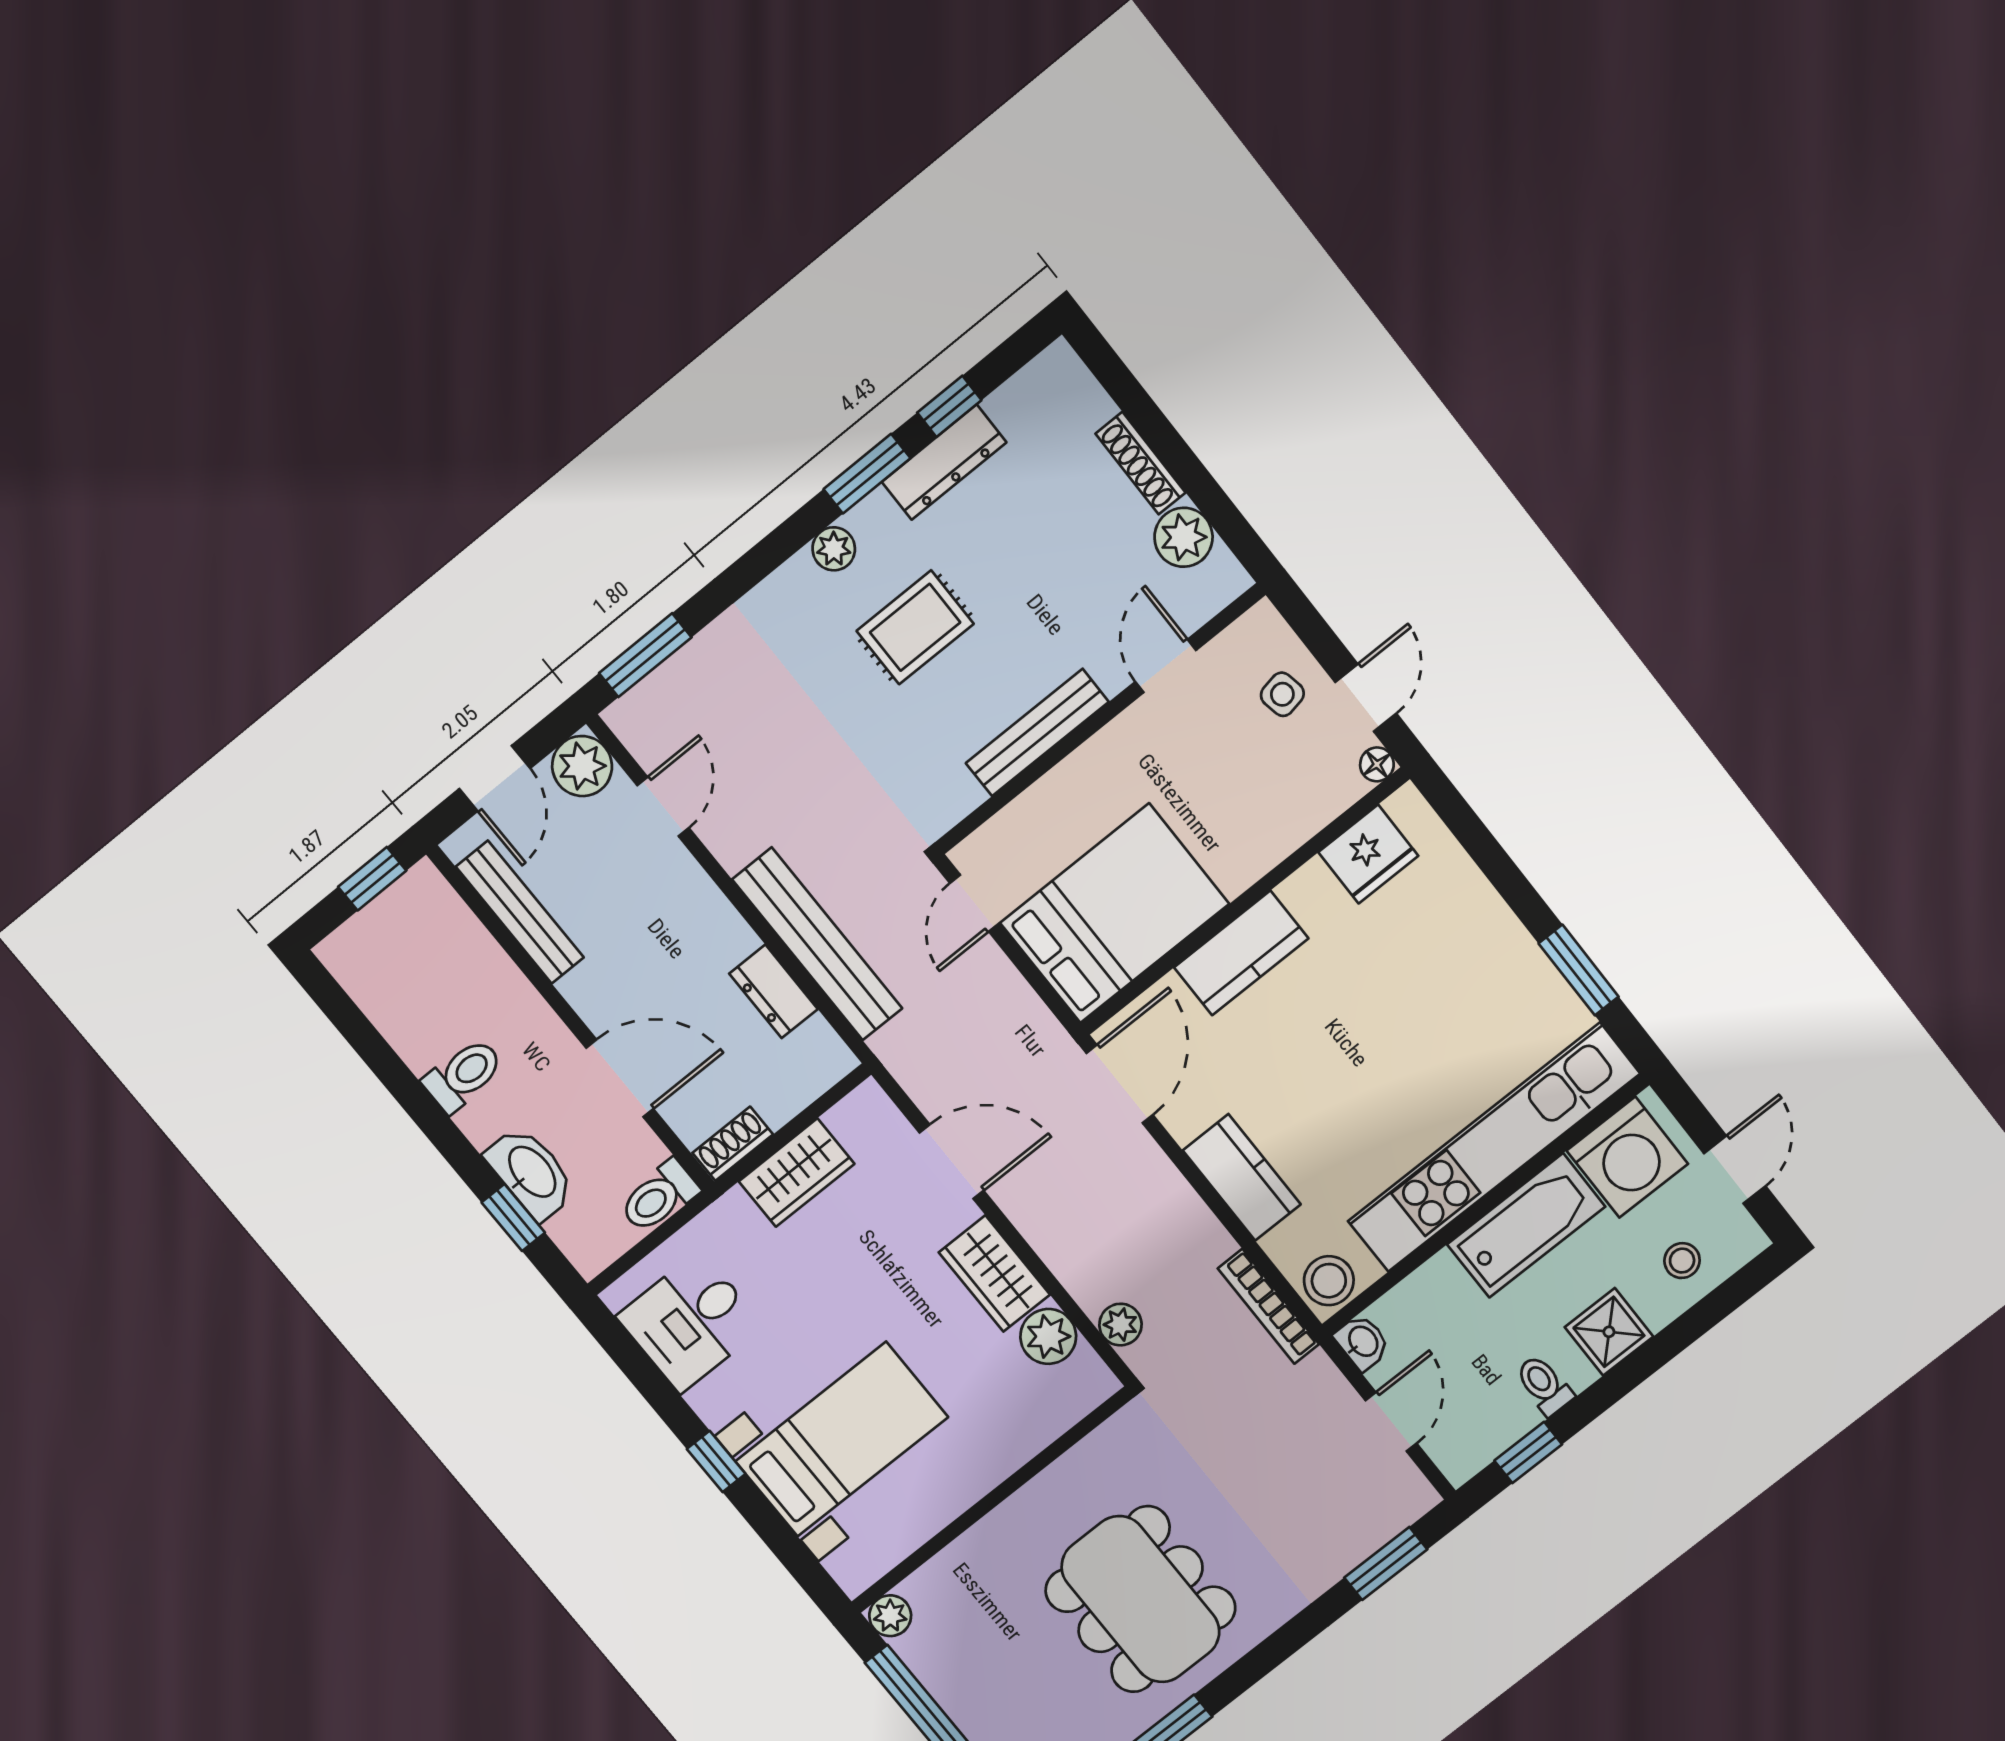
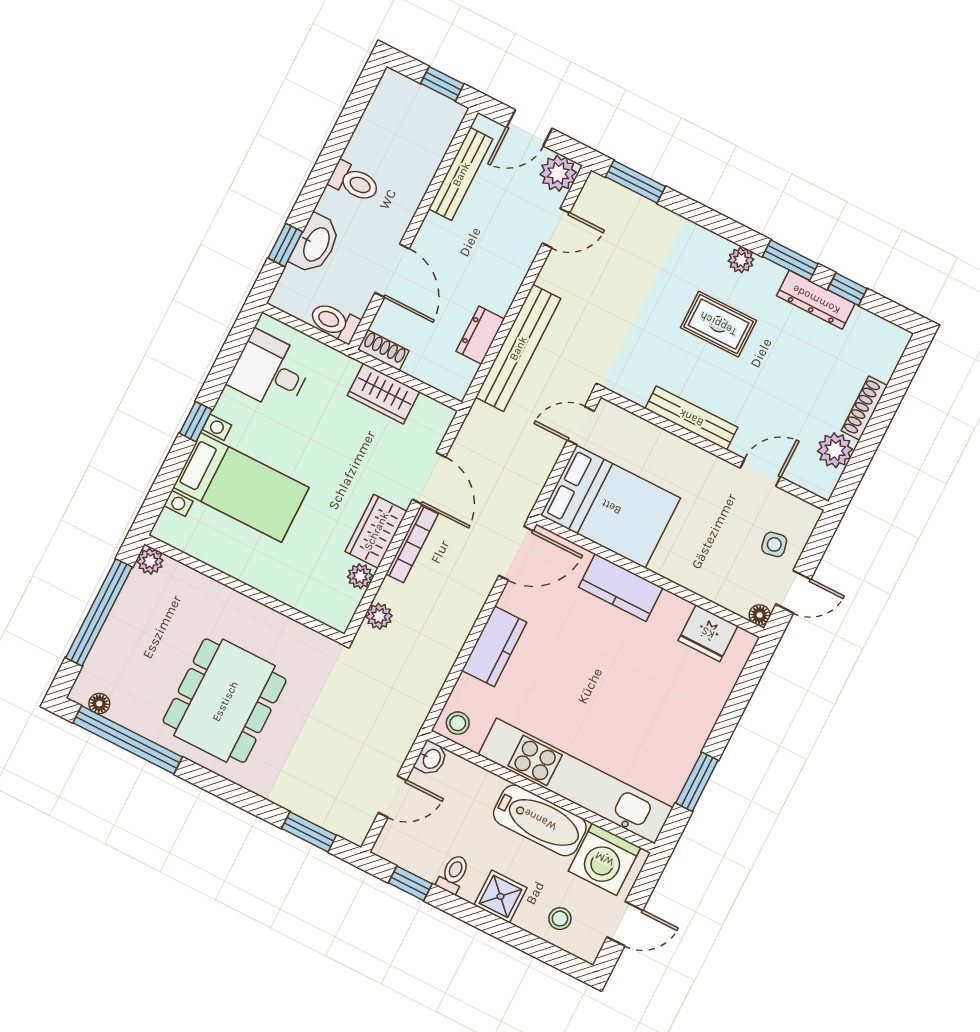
stool: (1329, 1281) -> (458, 723), width x0.73, depth x0.73
bookcase: (1268, 1306) -> (412, 544), moved, turned 180
plant: (1048, 1336) -> (360, 576), width x0.73, depth x0.73

